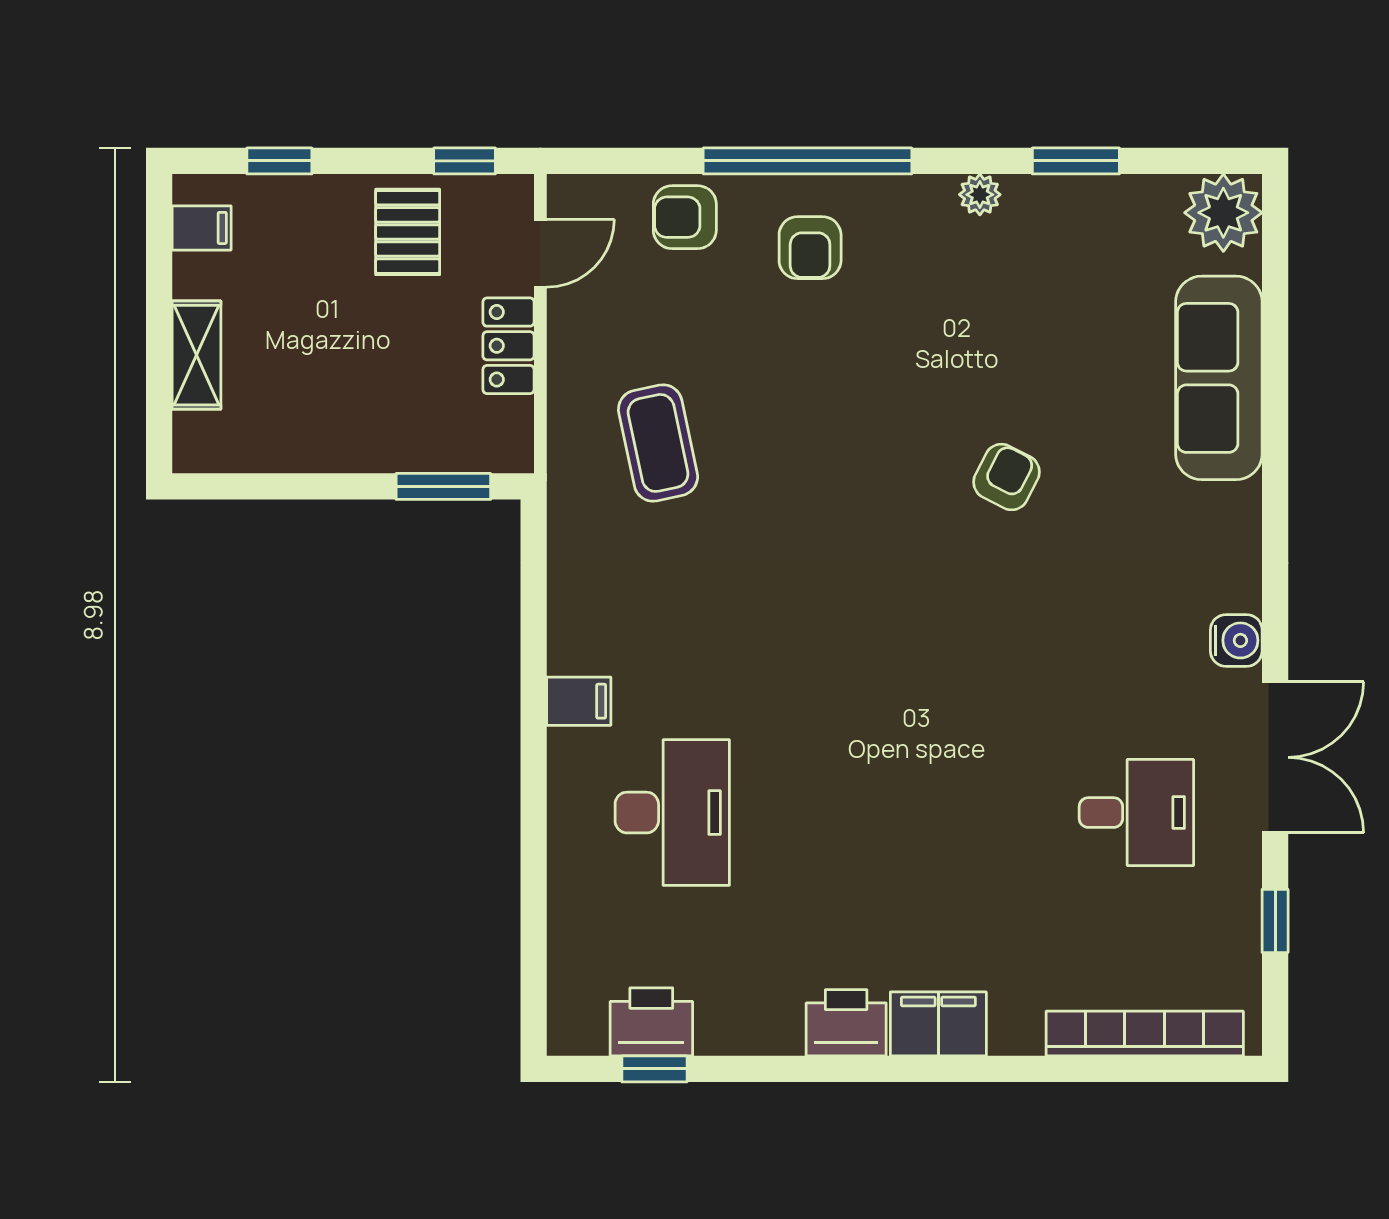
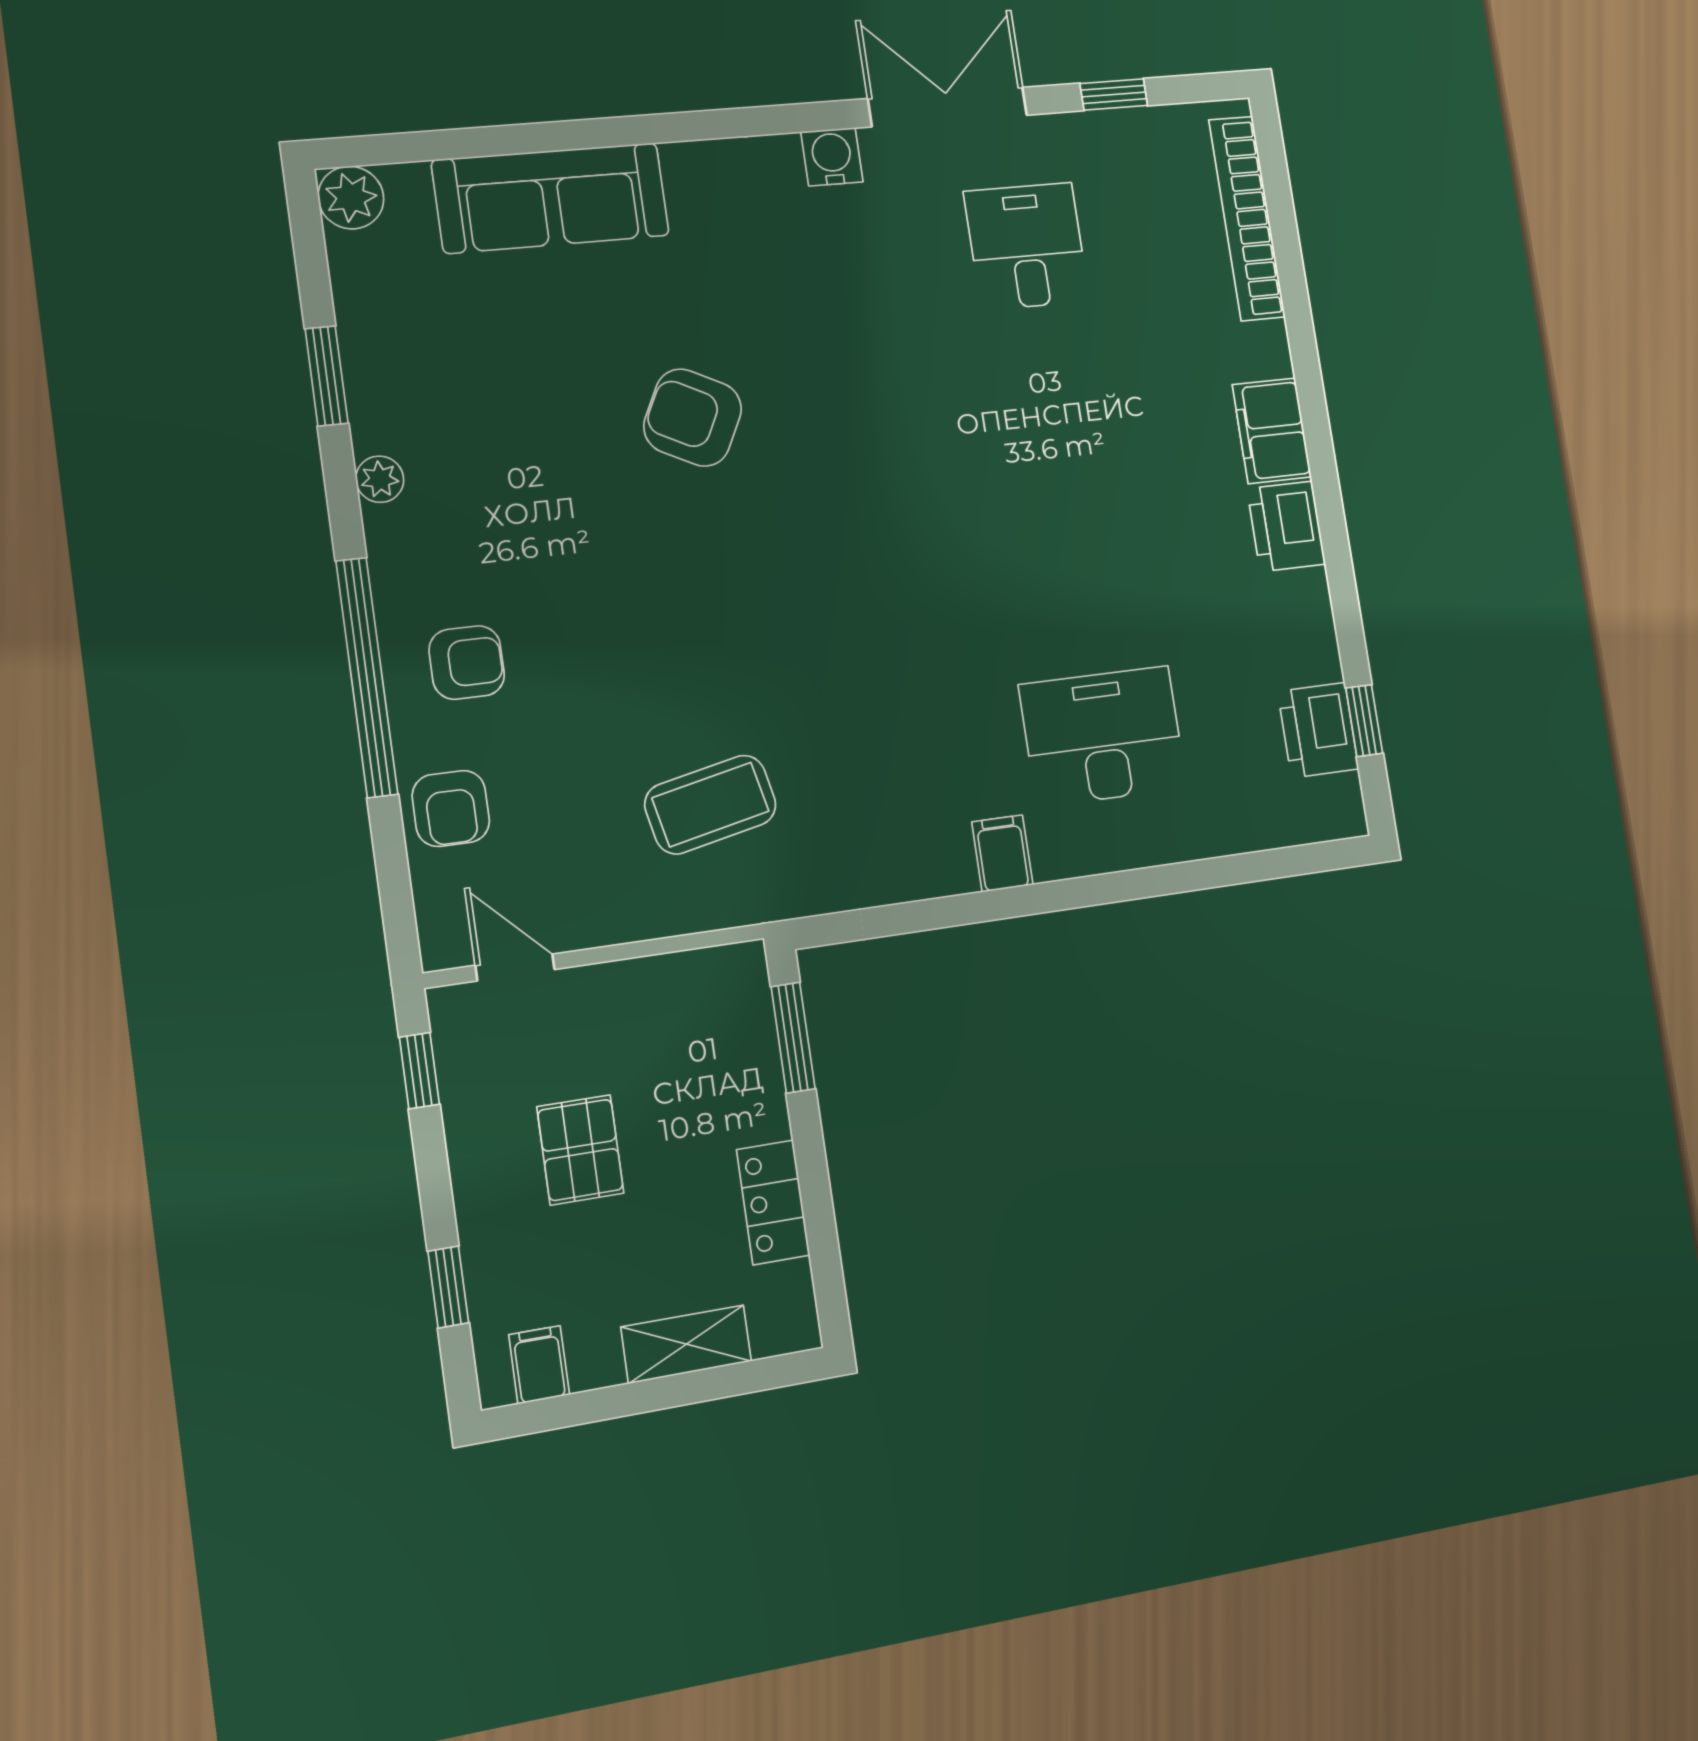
plant: (1223, 213) -> (351, 198), width x0.73, depth x0.73
pallet: (408, 232) -> (580, 1150), moved, turned 90
locker: (508, 346) -> (773, 1202), moved, turned 90
armchair: (1007, 477) -> (693, 418), width x1.38, depth x1.38

